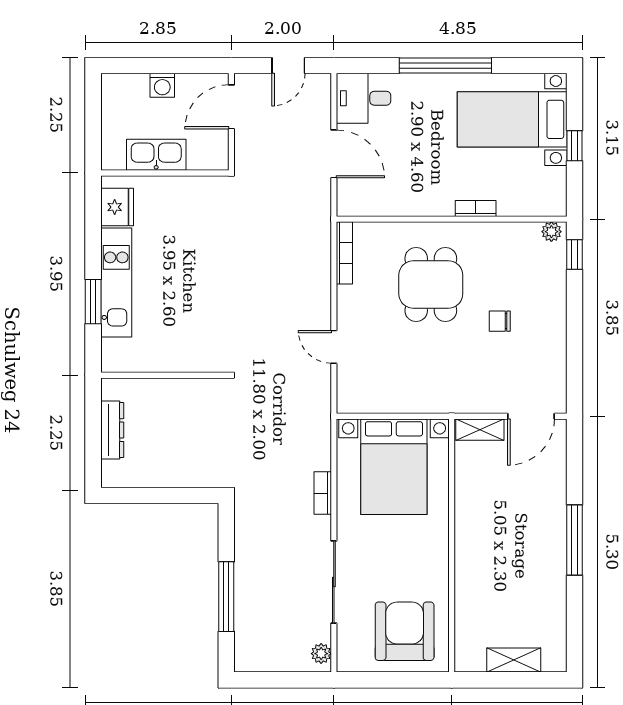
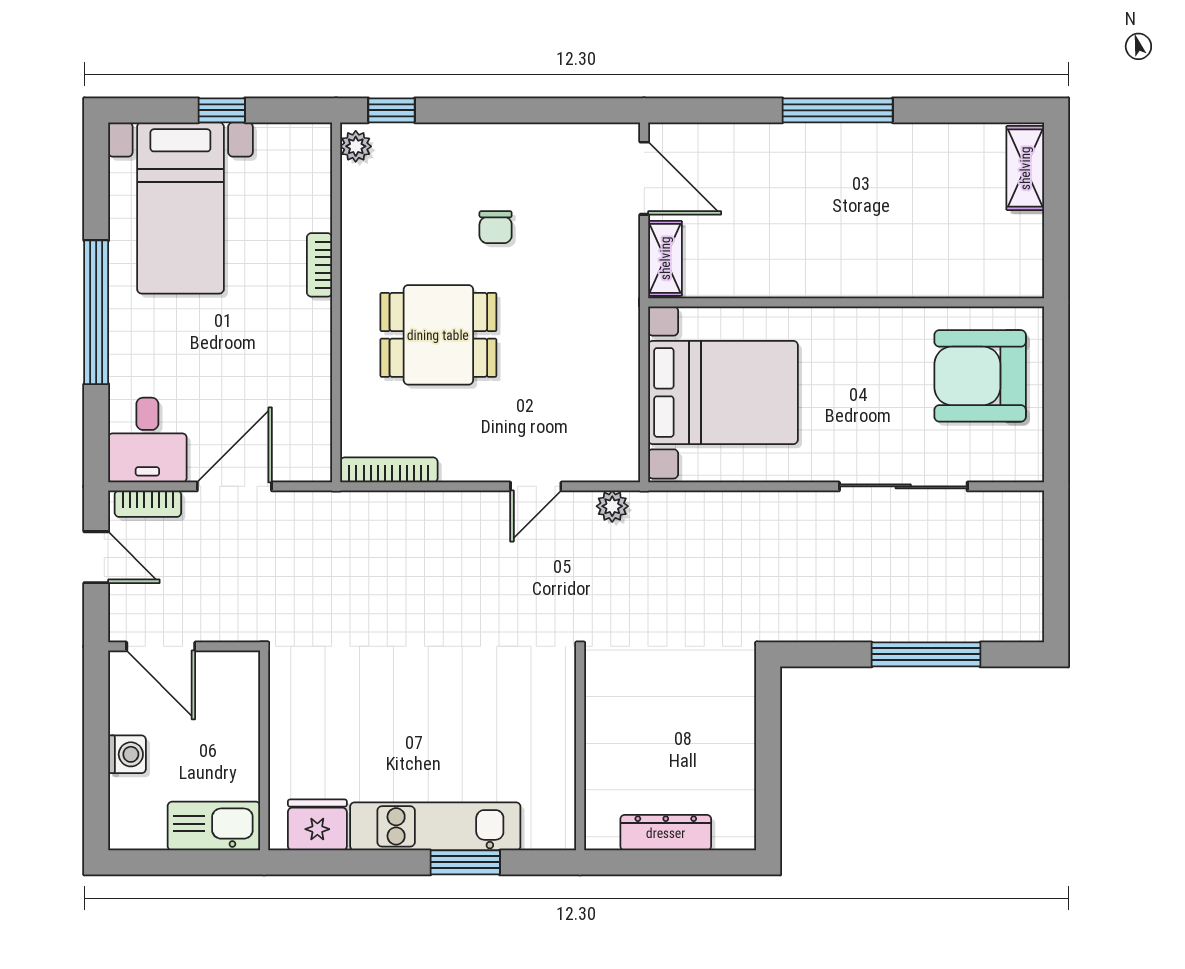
kitchen sink: (156, 155) -> (214, 826), moved, turned 90
bookcase: (323, 493) -> (148, 504), moved
plant: (321, 654) -> (612, 506), moved
shelving: (514, 660) -> (1025, 168), moved

